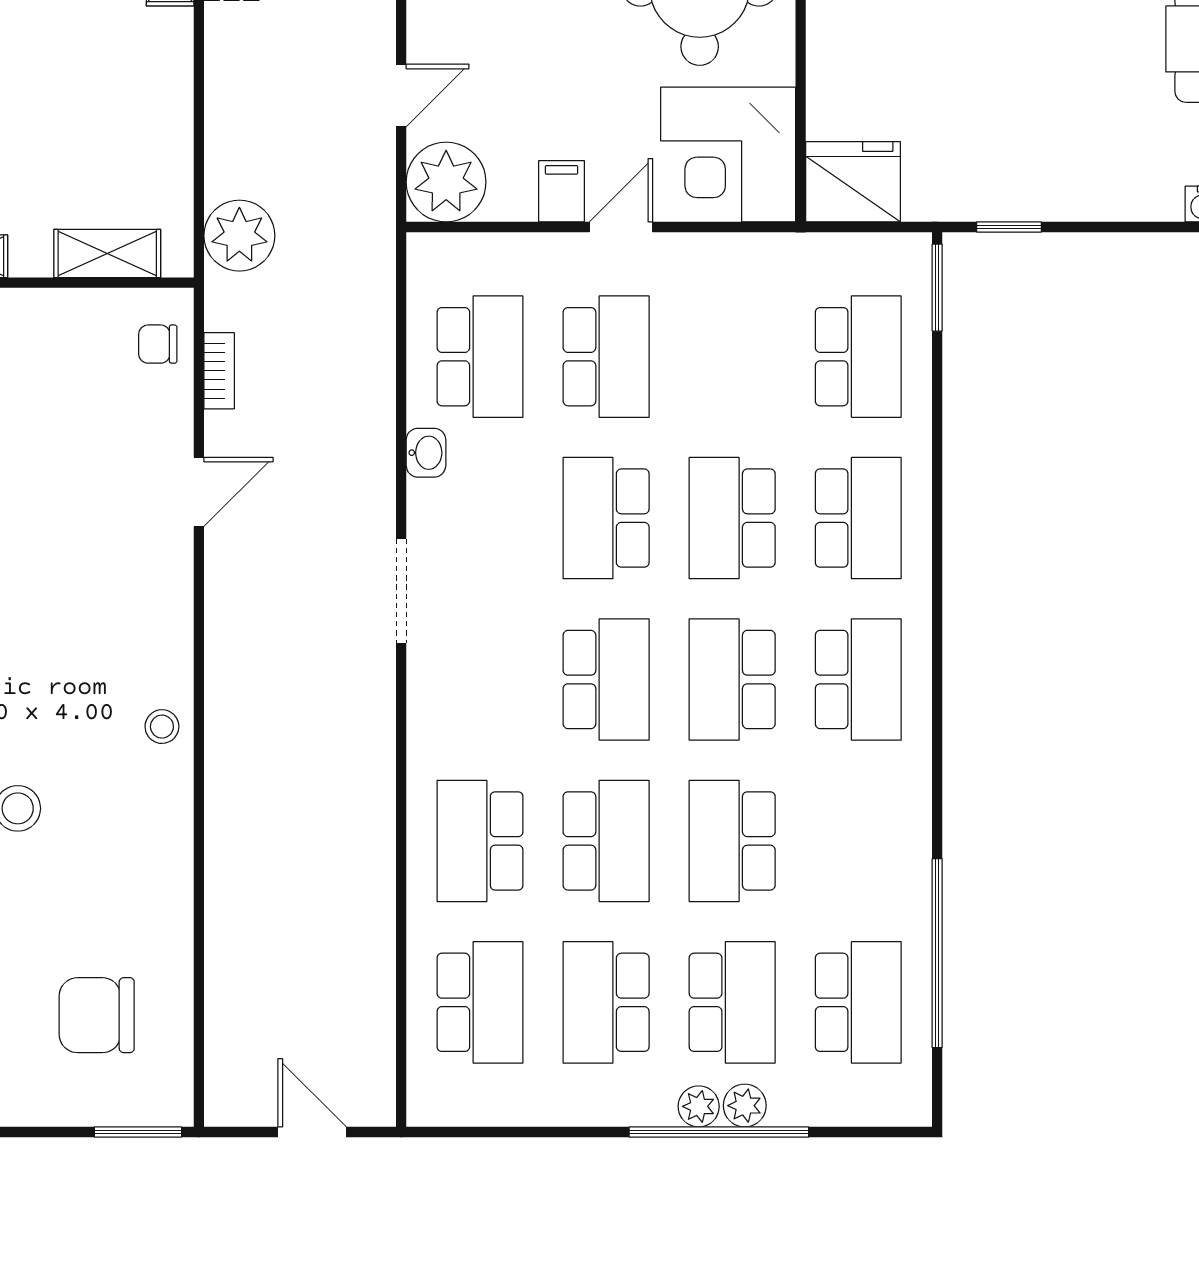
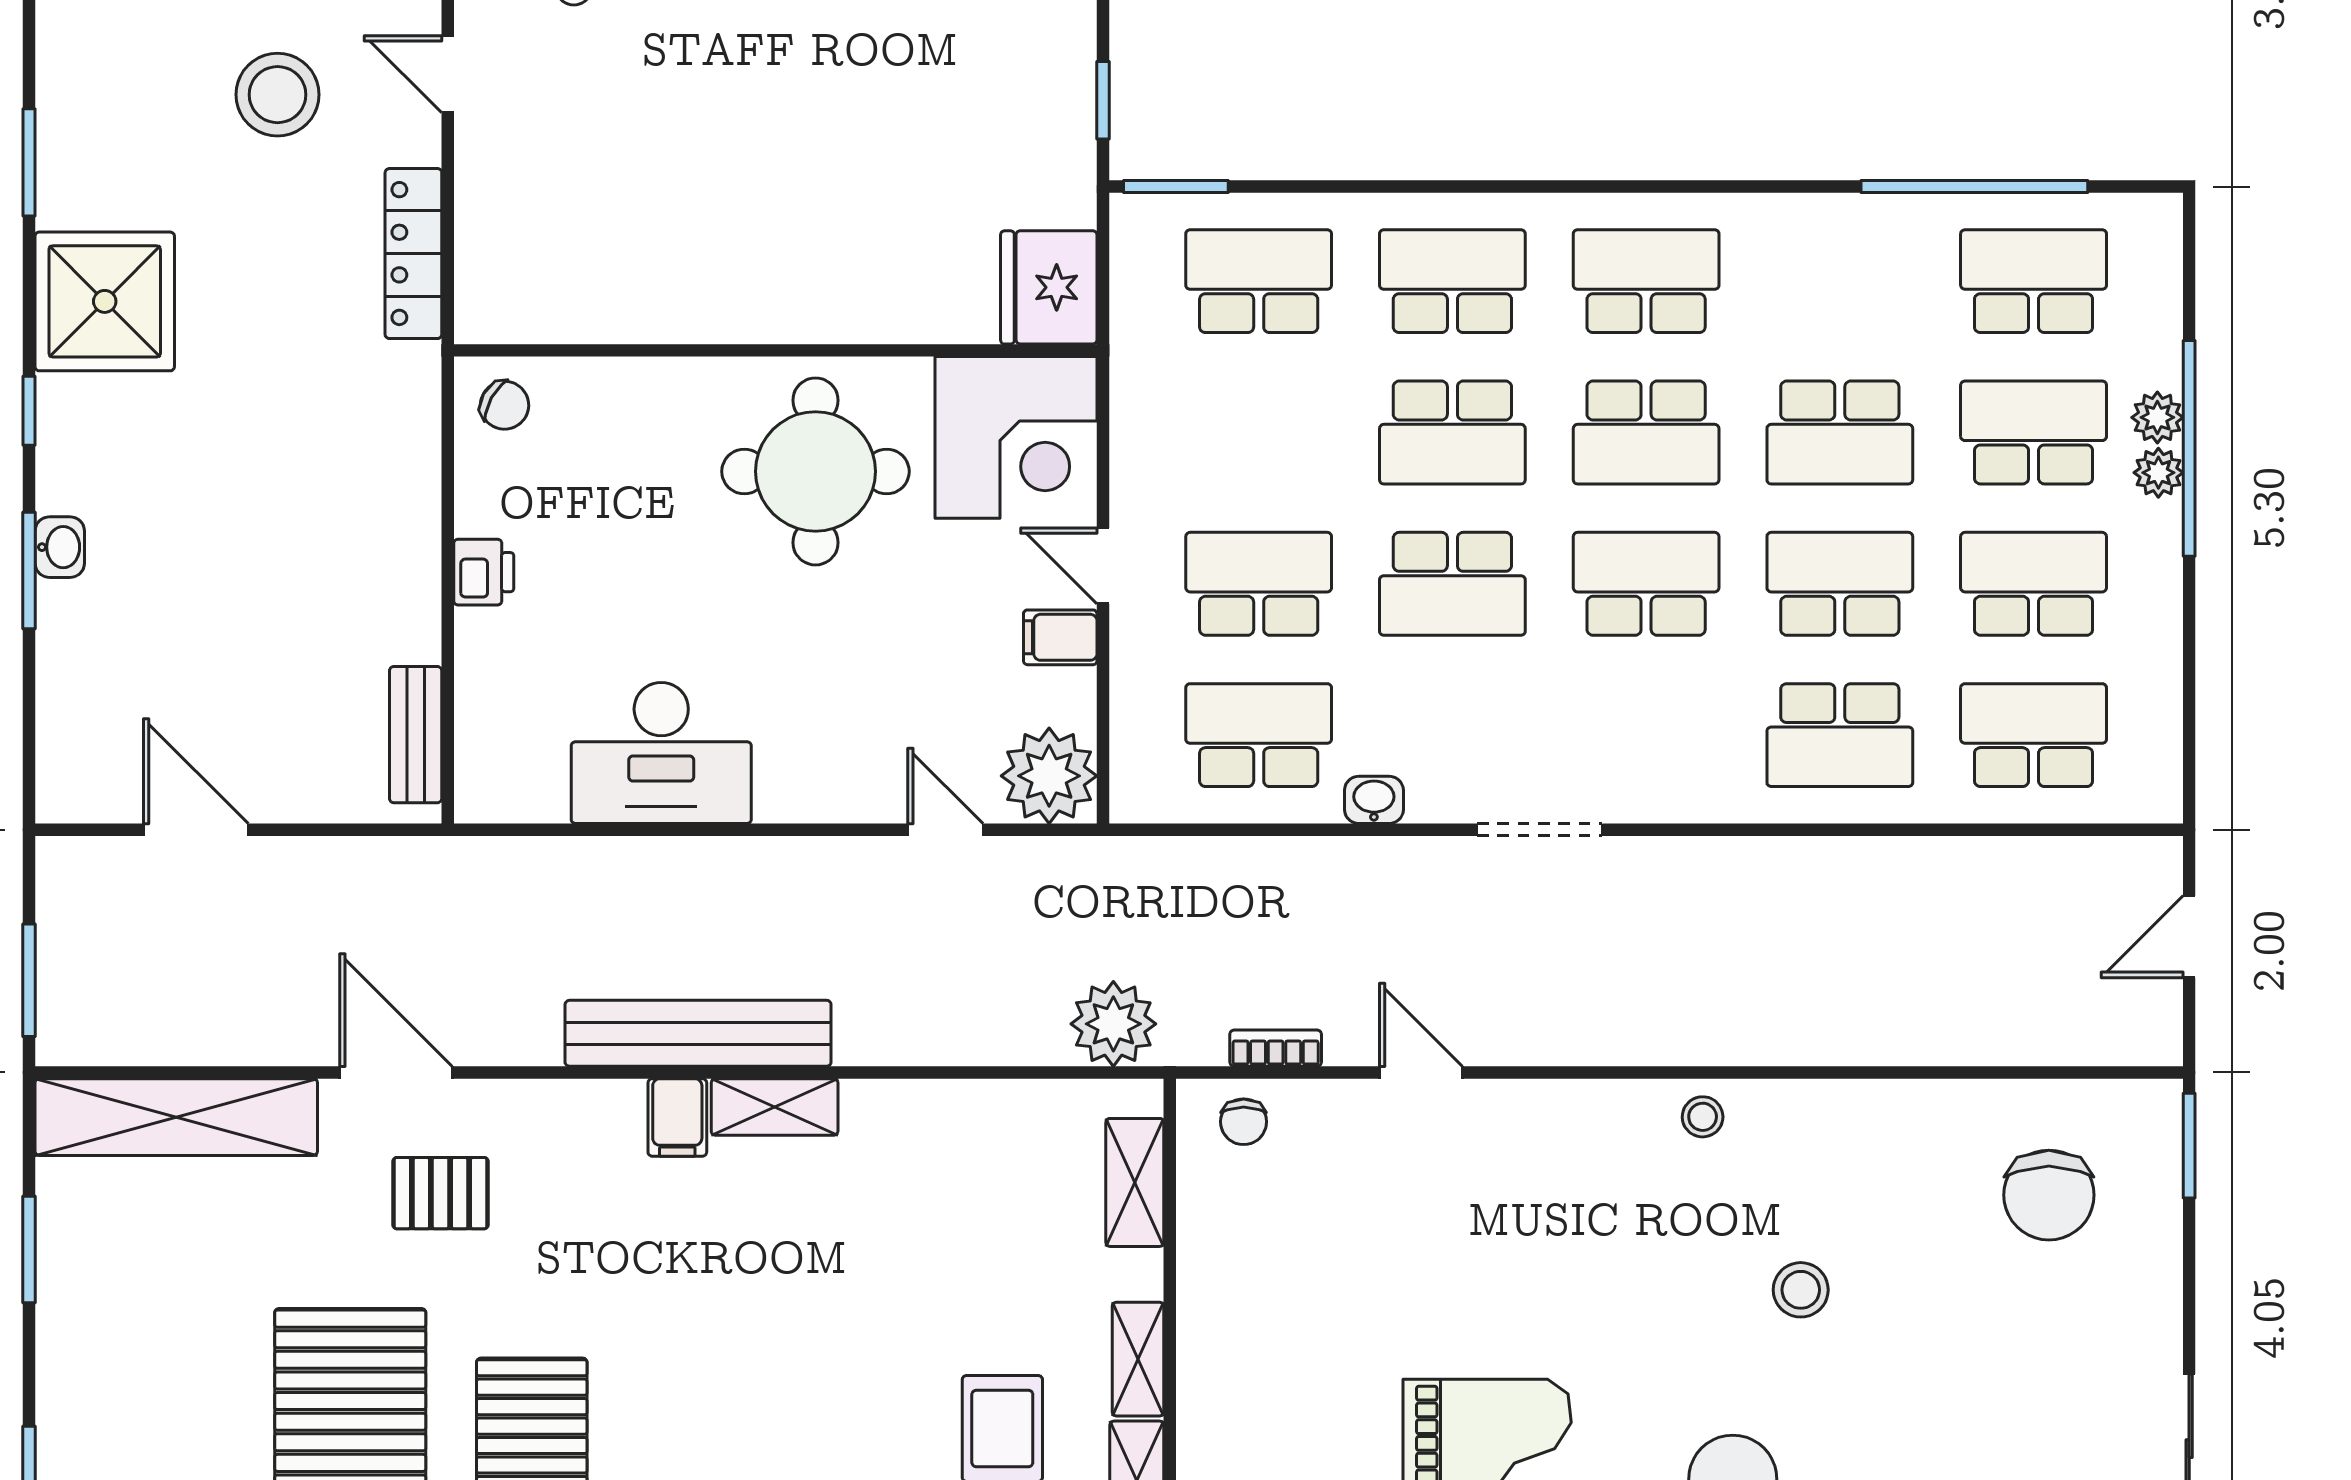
school desk: (606, 1002) -> (2034, 584), turned 180

